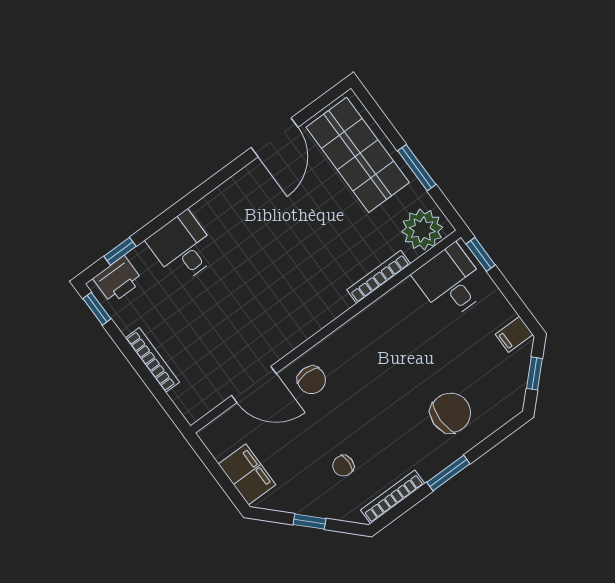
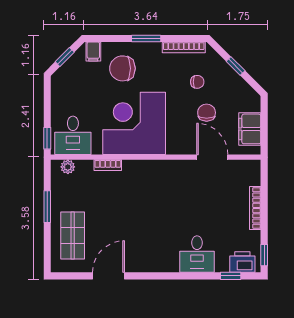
shop shelf: (358, 155) -> (73, 236), width x0.70, depth x0.74
plant: (422, 230) -> (68, 167), width x0.53, depth x0.53
bookcase: (379, 277) -> (108, 165), width x0.64
filing cabinet: (514, 334) -> (93, 52), moved, turned 90
corner desk: (384, 354) -> (134, 123), added
chair: (311, 380) -> (207, 113), moved
filing cabinet: (247, 474) -> (250, 129), moved

